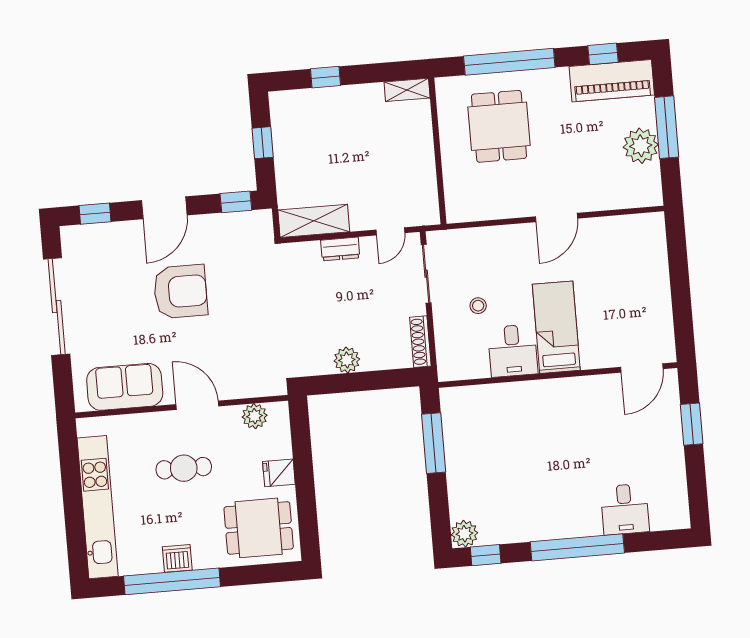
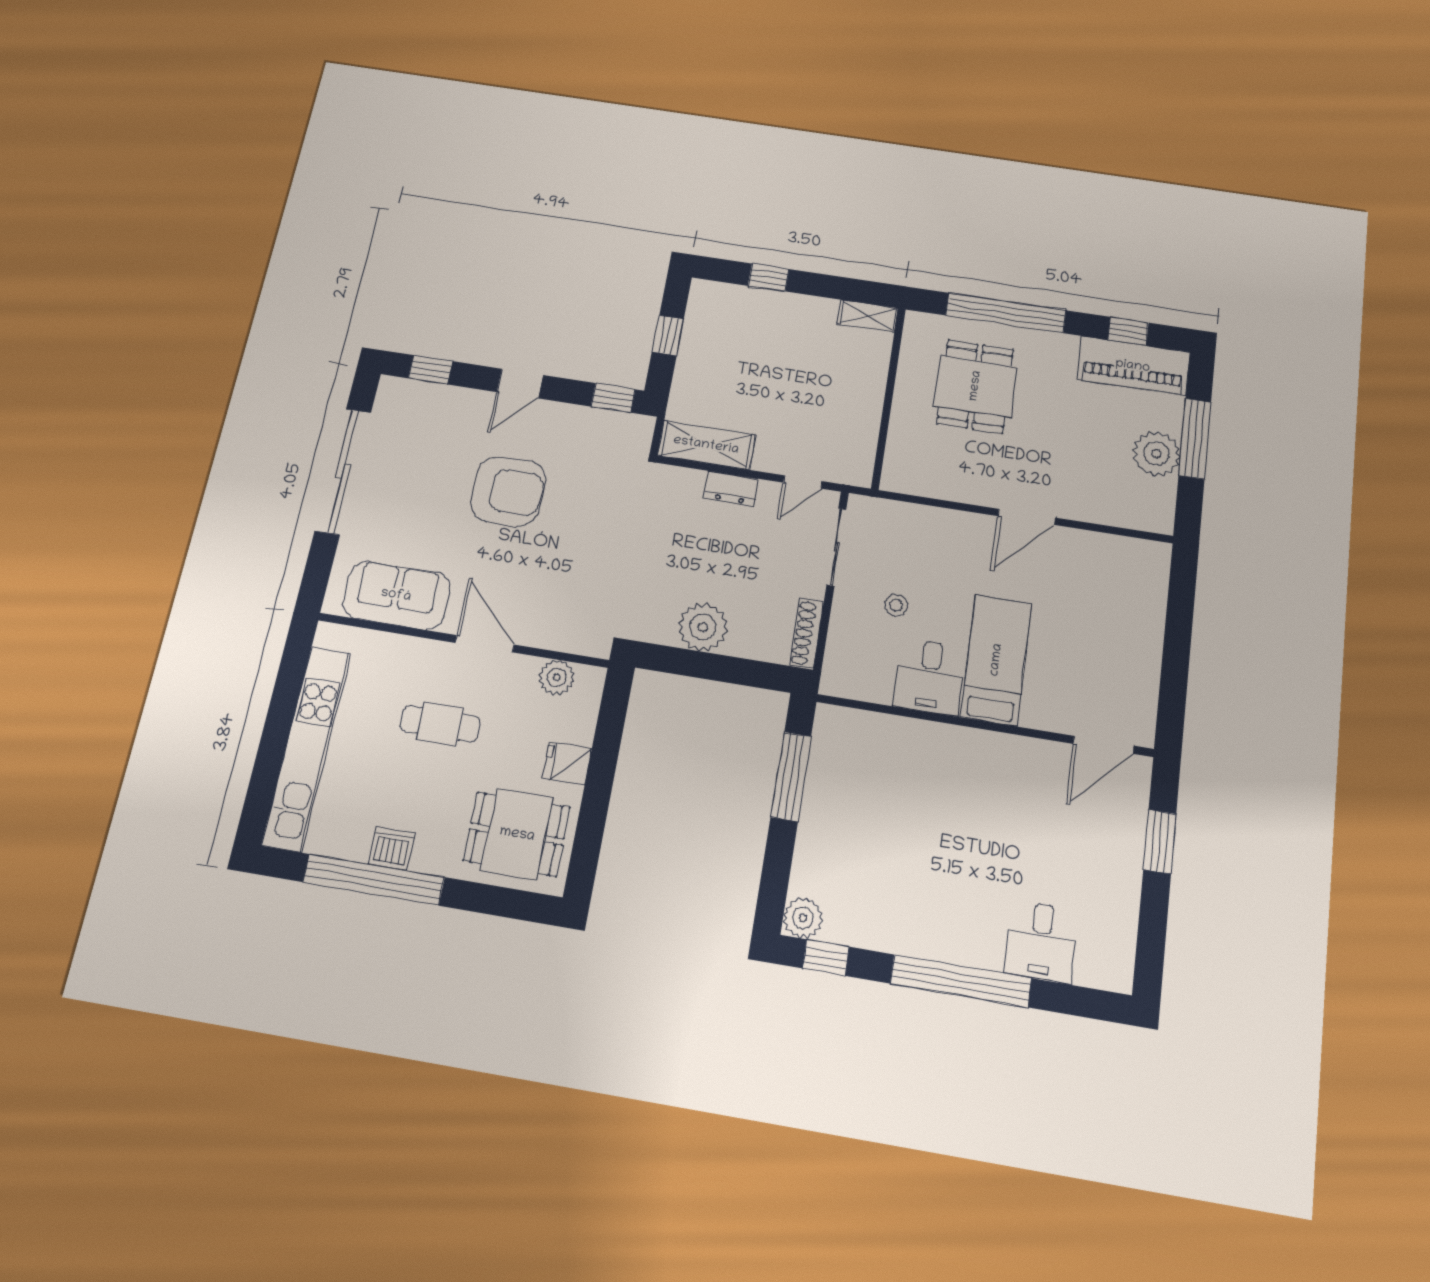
door: (164, 208) -> (520, 384), width x0.73
plant: (347, 360) -> (703, 627), width x1.36, depth x1.36

